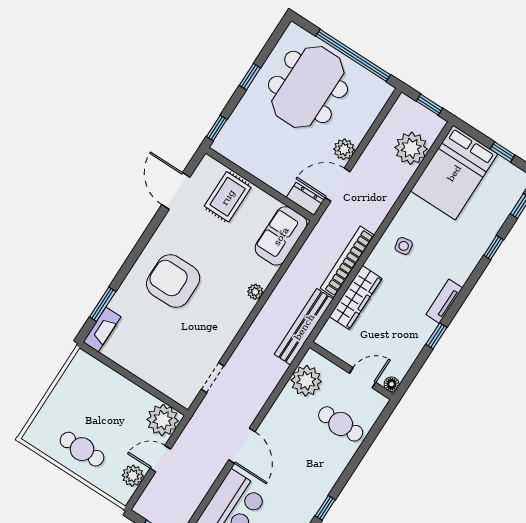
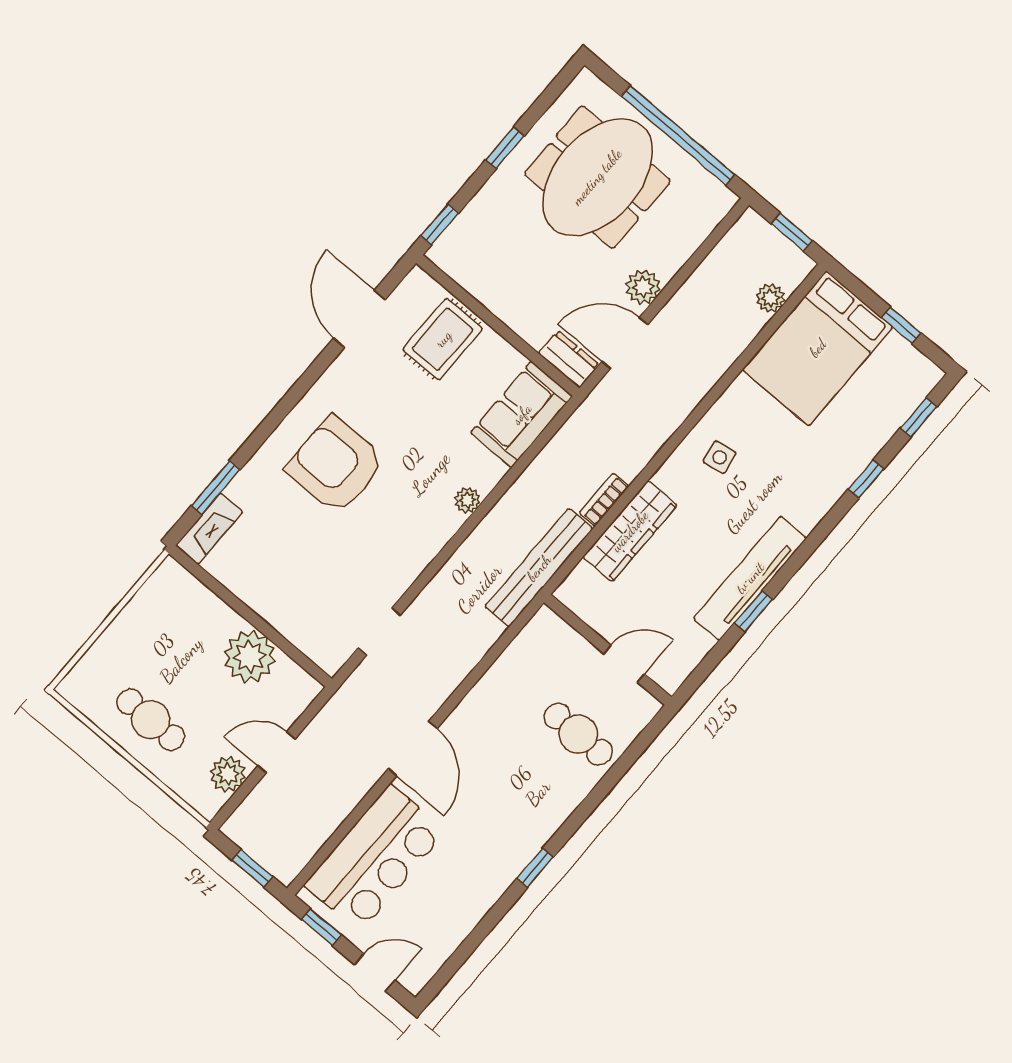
plant: (411, 148) -> (770, 298), width x0.53, depth x0.53
bookcase: (347, 262) -> (604, 500), width x0.43, depth x0.76
tv unit: (444, 301) -> (750, 578), width x1.92, depth x1.29
plant: (306, 381) -> (531, 656), removed
floor lamp: (392, 384) -> (670, 680), removed
plant: (163, 420) -> (250, 657), moved

